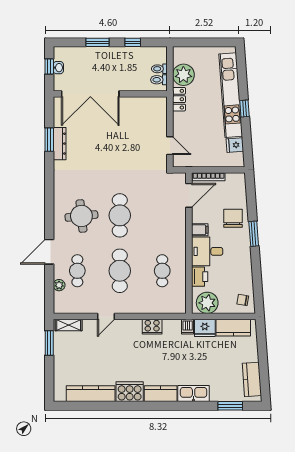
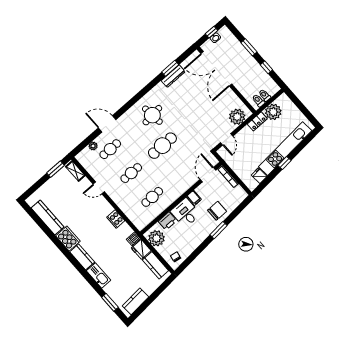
plant: (157, 115) -> (237, 117), added
door: (189, 195) -> (208, 175), swing flipped
round table: (81, 216) -> (152, 115), moved
cafe table: (120, 271) -> (131, 173), width x0.73, depth x0.74

